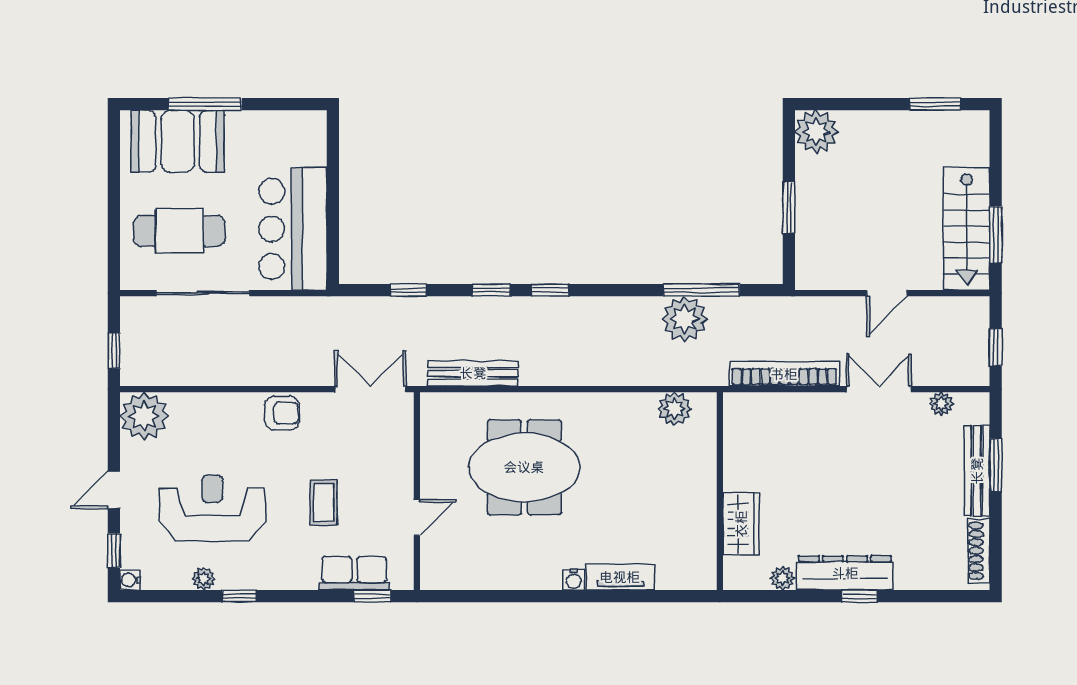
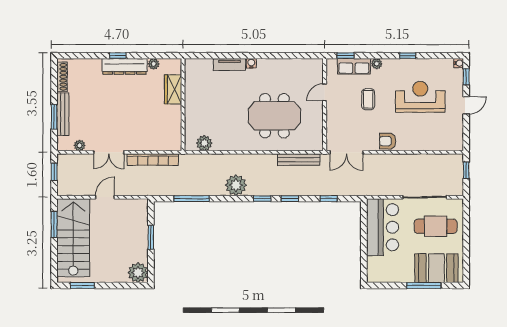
stairs: (967, 229) -> (73, 238), width x1.36, depth x1.51
plant: (685, 319) -> (236, 185), moved
plant: (144, 416) -> (452, 140), removed
reception desk: (212, 508) -> (420, 97), turned 180
plant: (203, 579) -> (377, 64), moved

